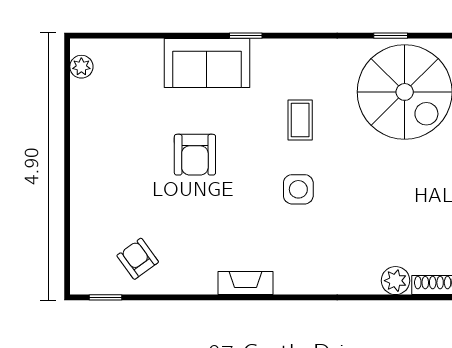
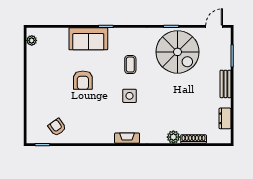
fireplace: (245, 283) -> (127, 138), moved

